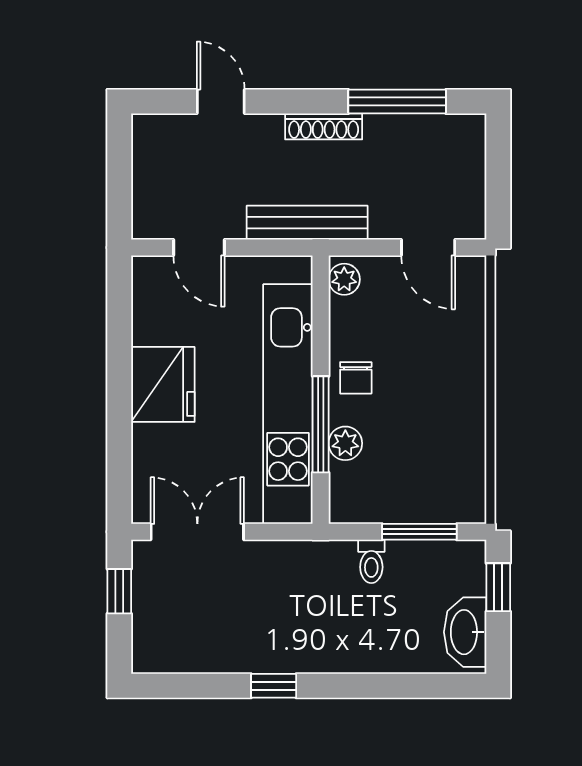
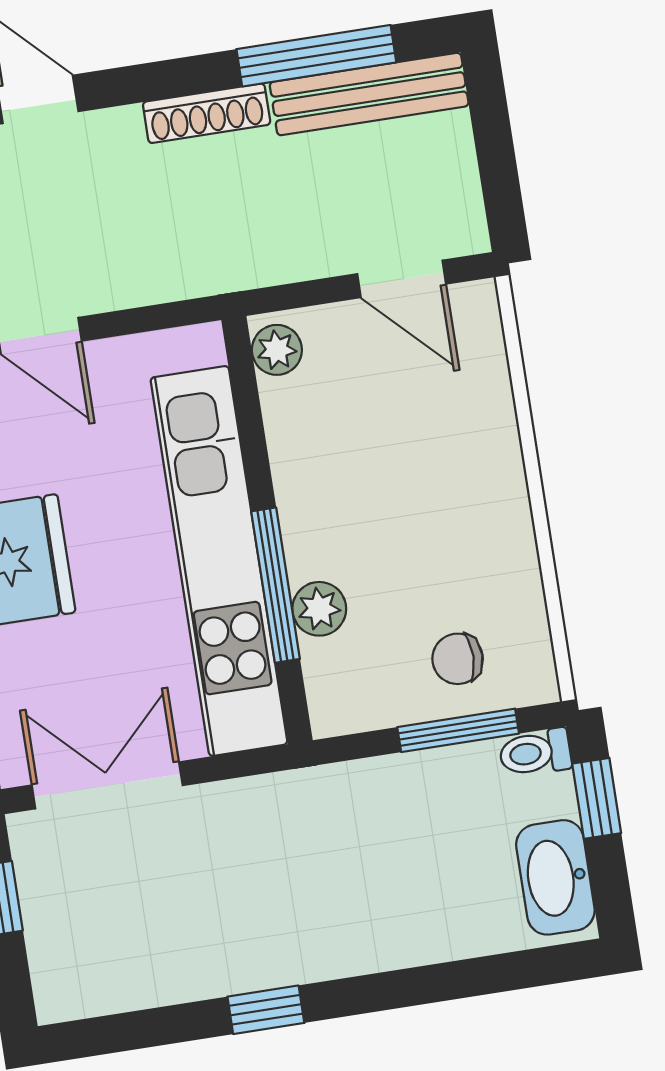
bench: (307, 223) -> (369, 94), moved
chair: (356, 378) -> (458, 659), moved, turned 90
toilet: (371, 561) -> (535, 753), moved, turned 90

